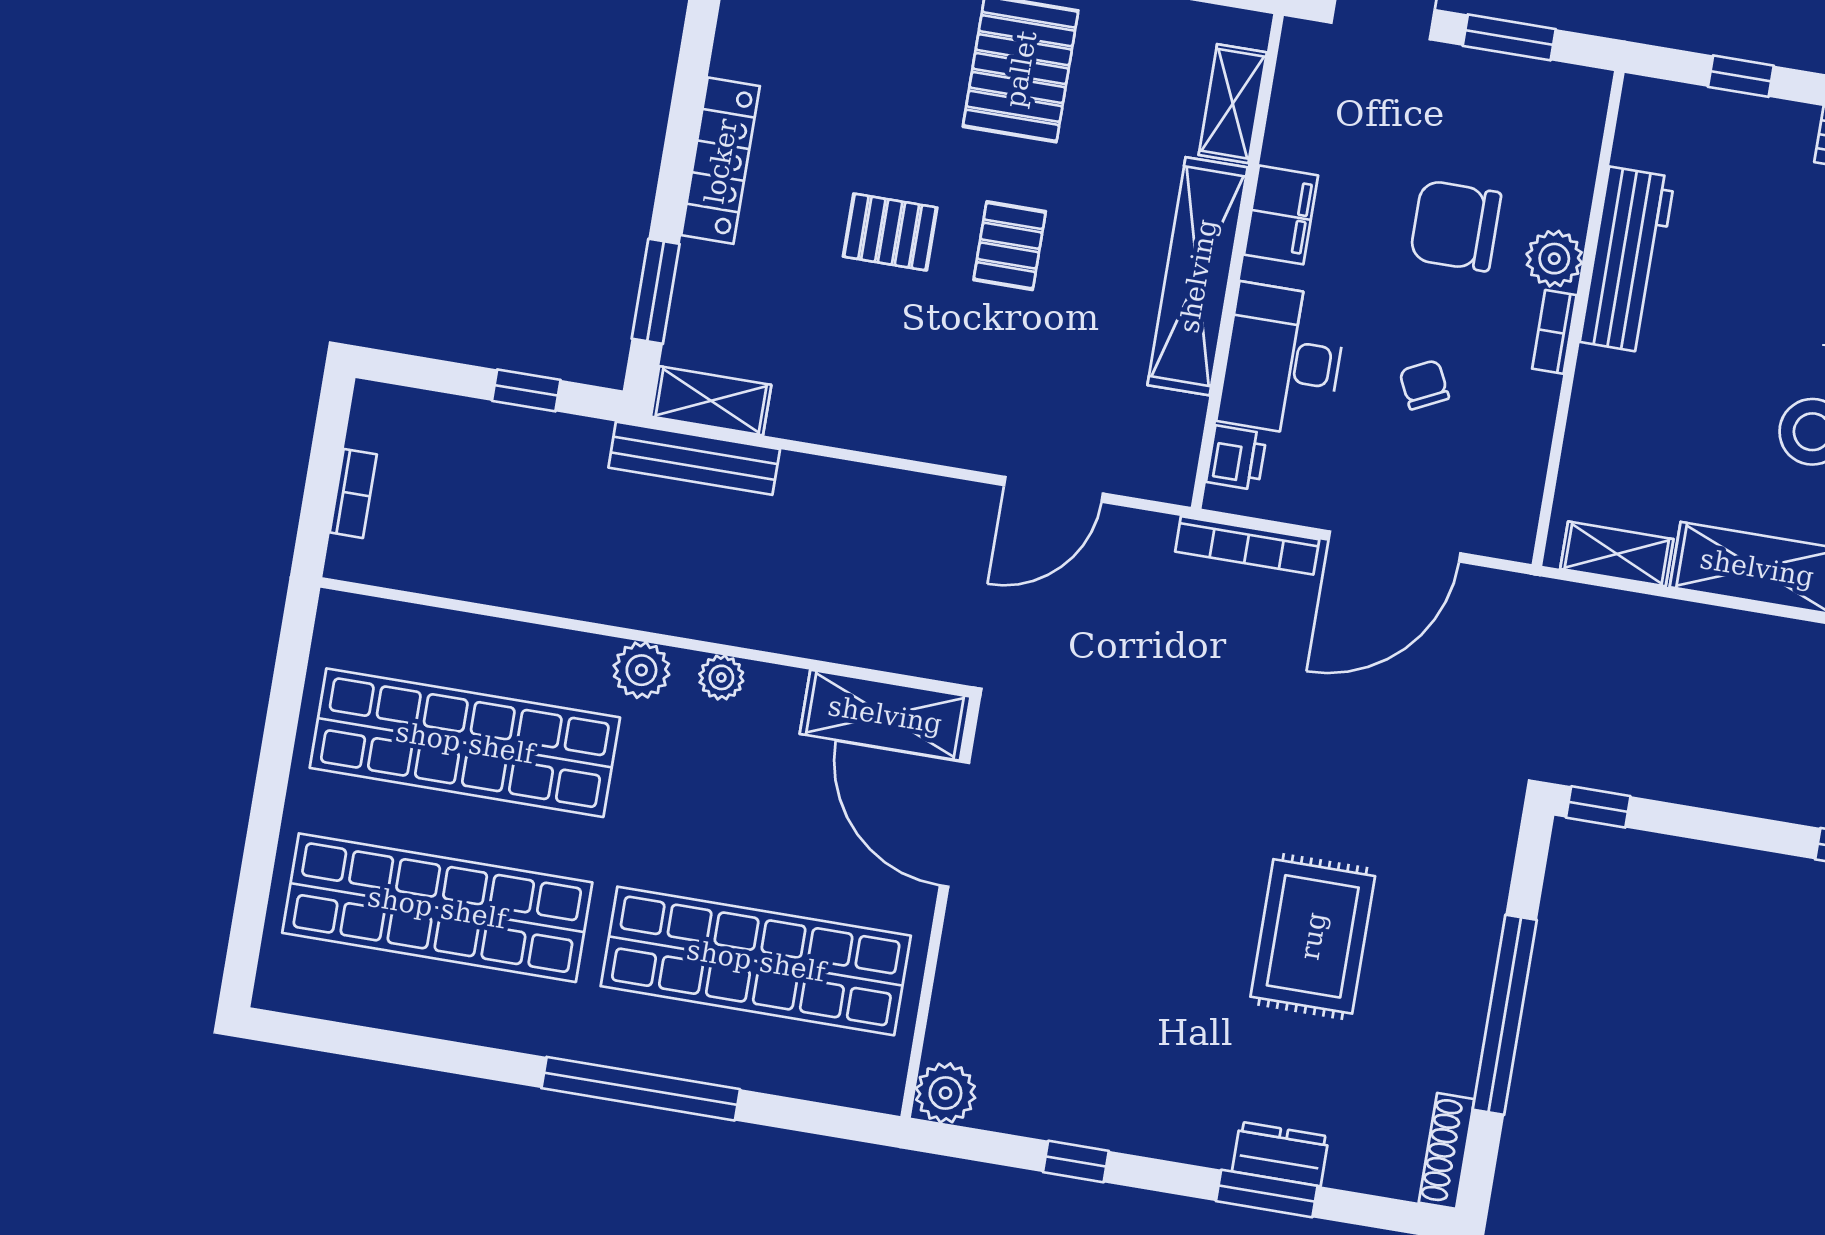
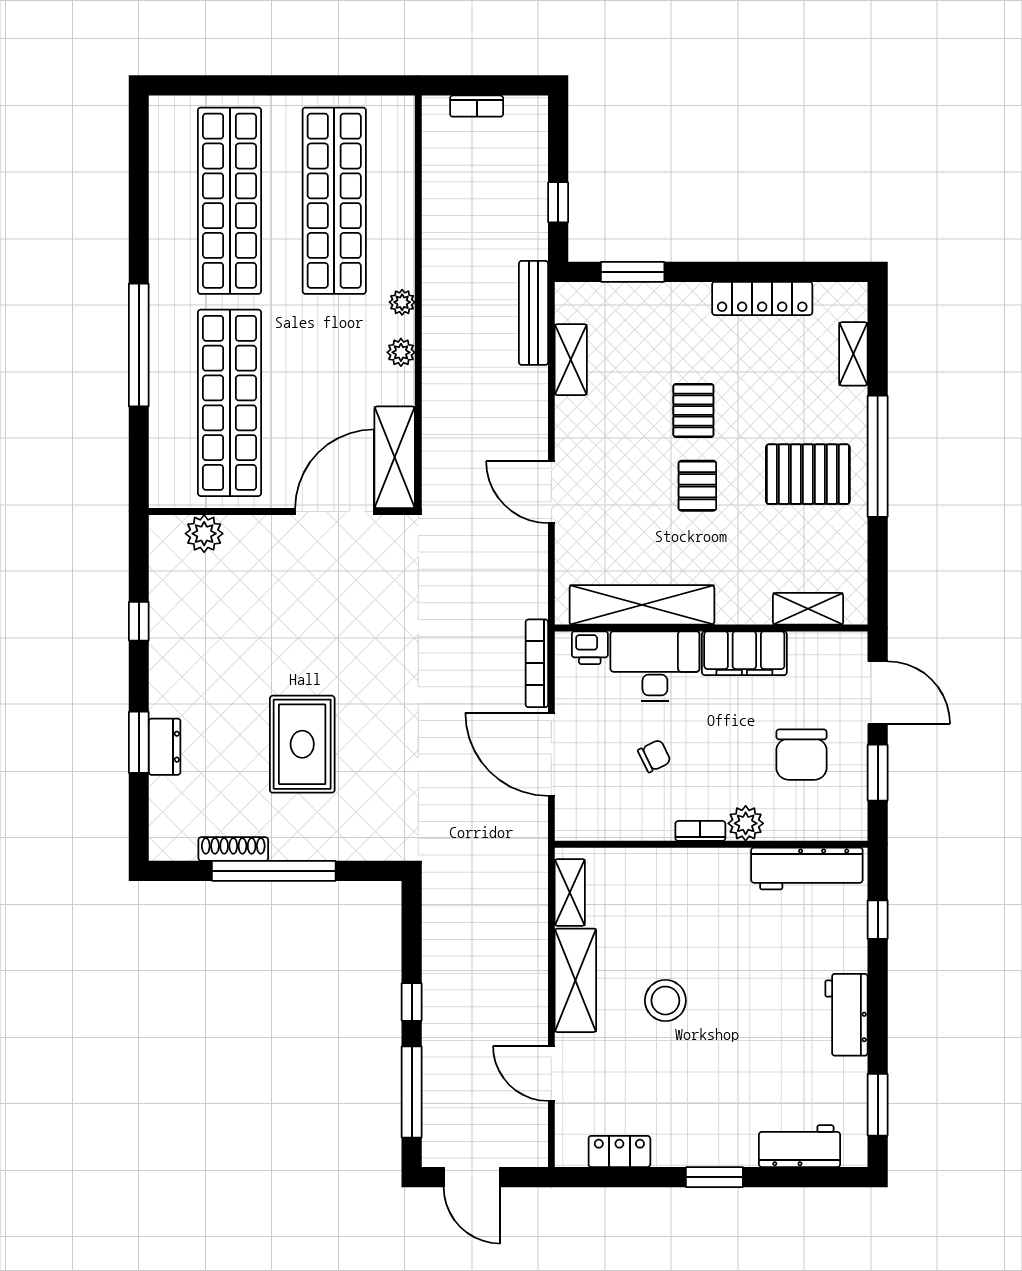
locker: (721, 161) -> (762, 298), moved
filing cabinet: (1281, 215) -> (744, 653), width x1.50, depth x1.17
chair: (1455, 226) -> (802, 755), moved, turned 180
pallet: (1010, 246) -> (697, 486), turned 90
workbench: (1627, 260) -> (807, 869), moved
shelving: (1198, 276) -> (642, 605), moved
shelving: (711, 401) -> (571, 360), moved
door: (1053, 489) -> (551, 492), moved
plant: (641, 670) -> (402, 302), width x0.73, depth x0.73
window: (1598, 807) -> (412, 1002), moved
rug: (1313, 936) -> (302, 744), turned 90
plant: (945, 1093) -> (204, 534), moved
shoe rack: (1447, 1151) -> (233, 849), moved

